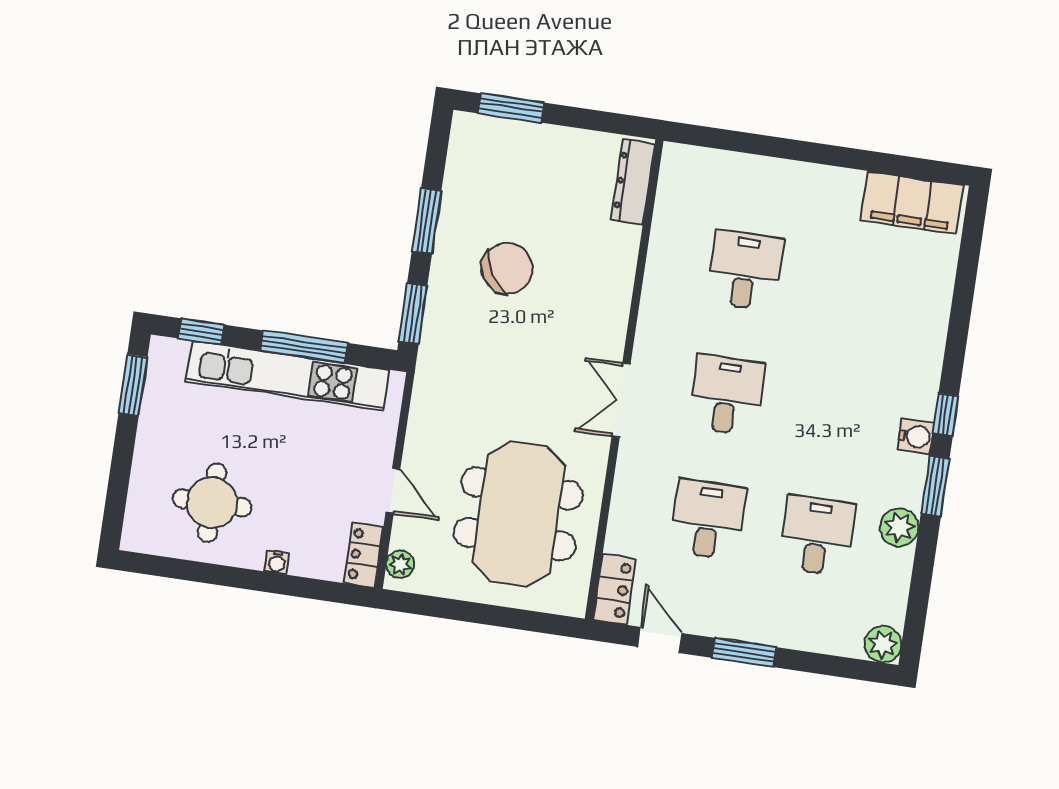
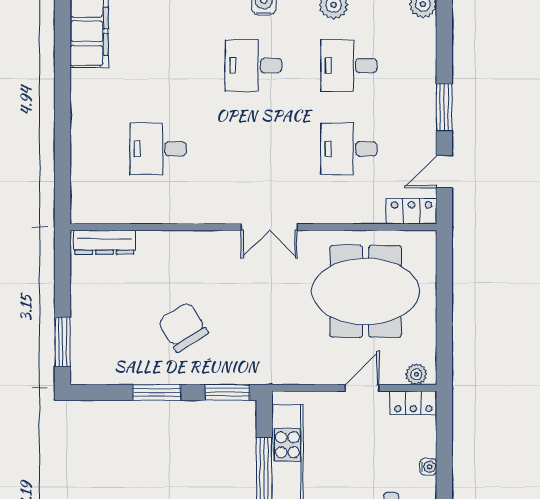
desk: (726, 395) -> (253, 66), moved

